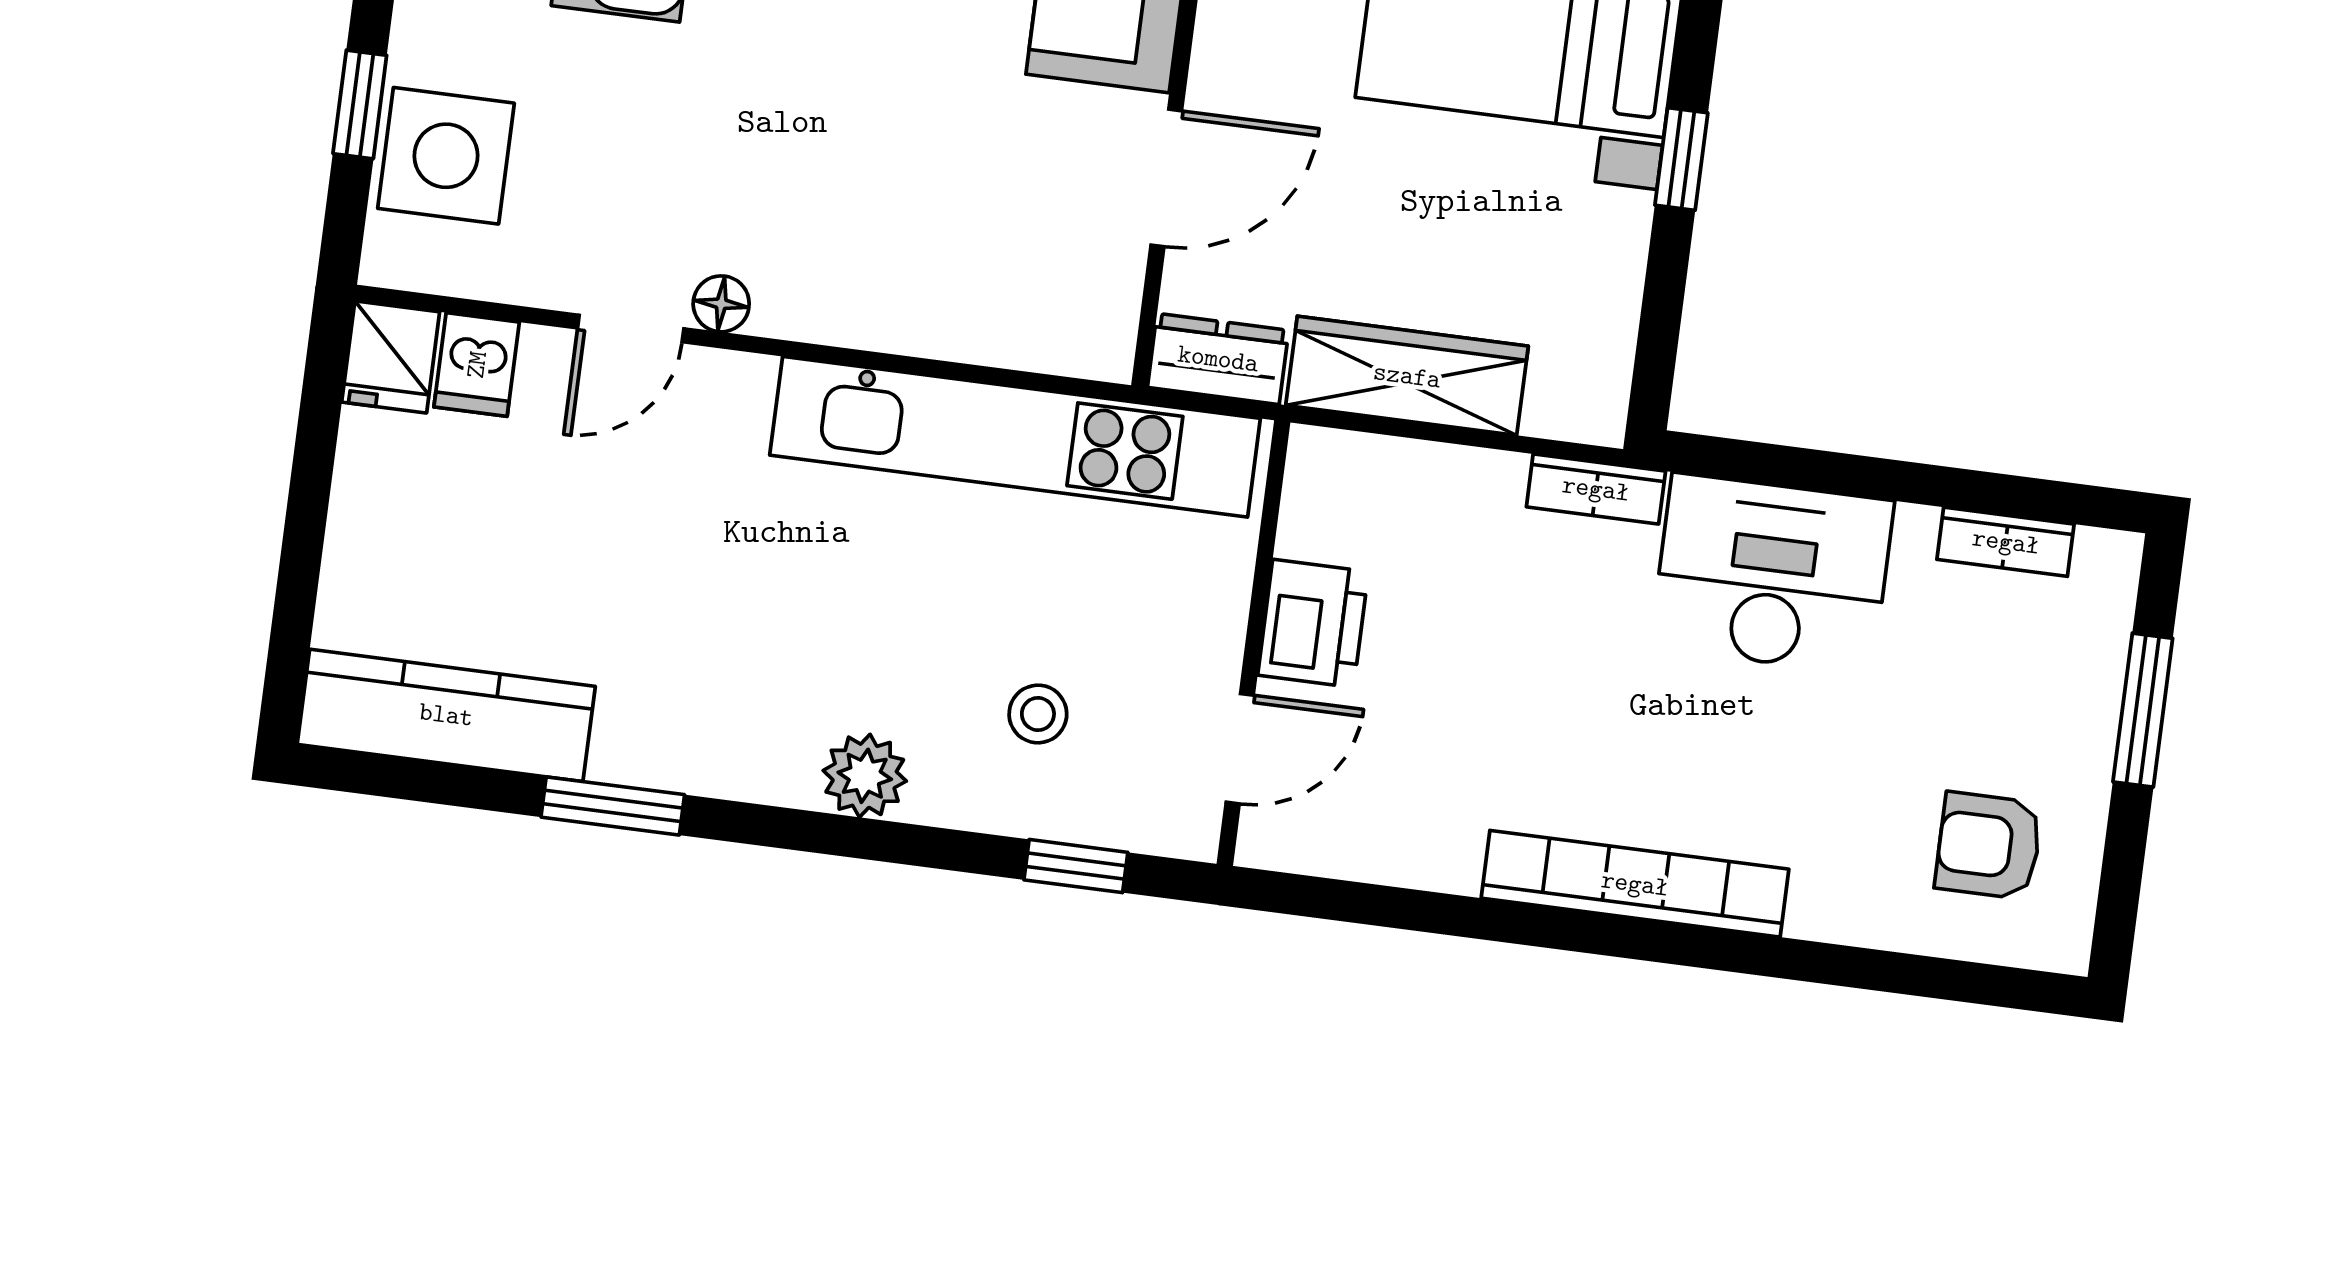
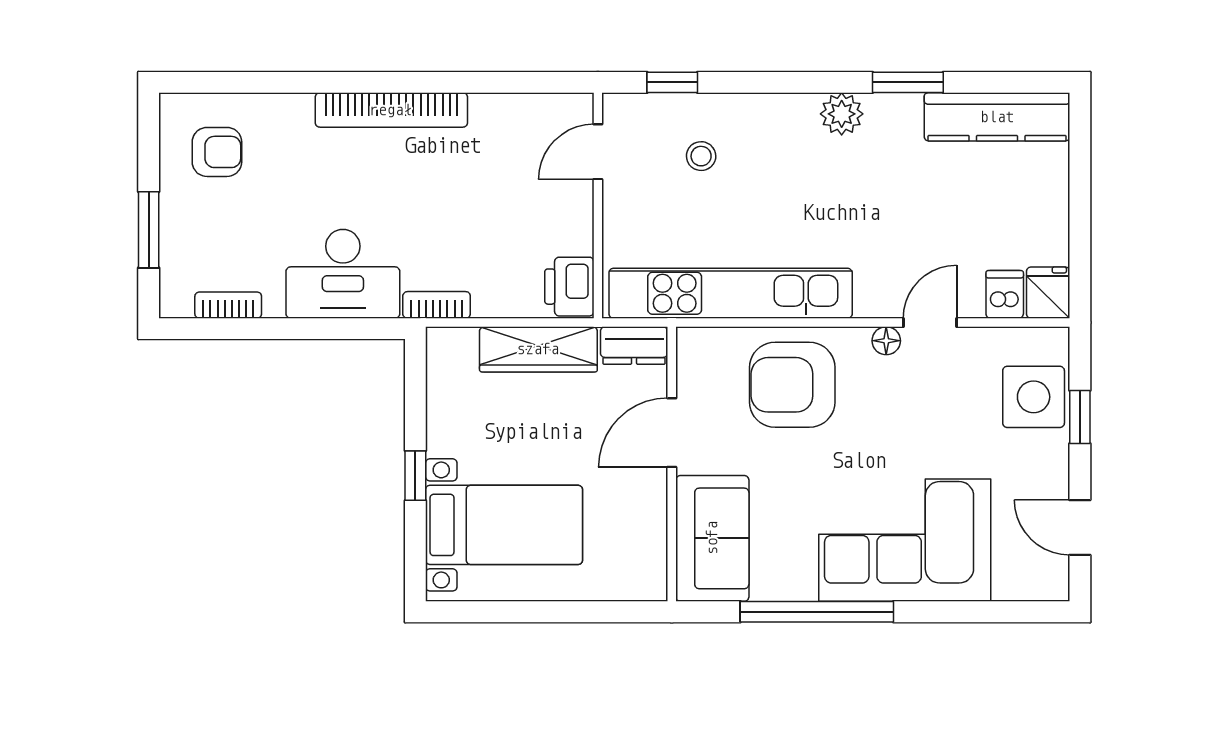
armchair: (917, 241) -> (792, 385), added
printer: (1313, 623) -> (569, 287), moved
plant: (865, 776) -> (842, 114), moved

